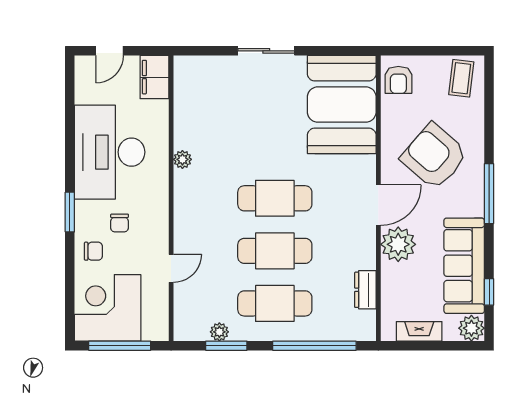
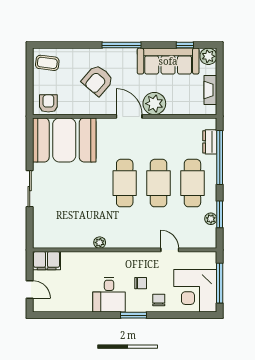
armchair: (398, 80) -> (48, 103), turned -90
desk: (110, 152) -> (109, 295), width x0.53, depth x0.77
armchair: (434, 156) -> (98, 80), width x0.73, depth x0.73
dresser: (365, 290) -> (210, 142), moved, turned 90

